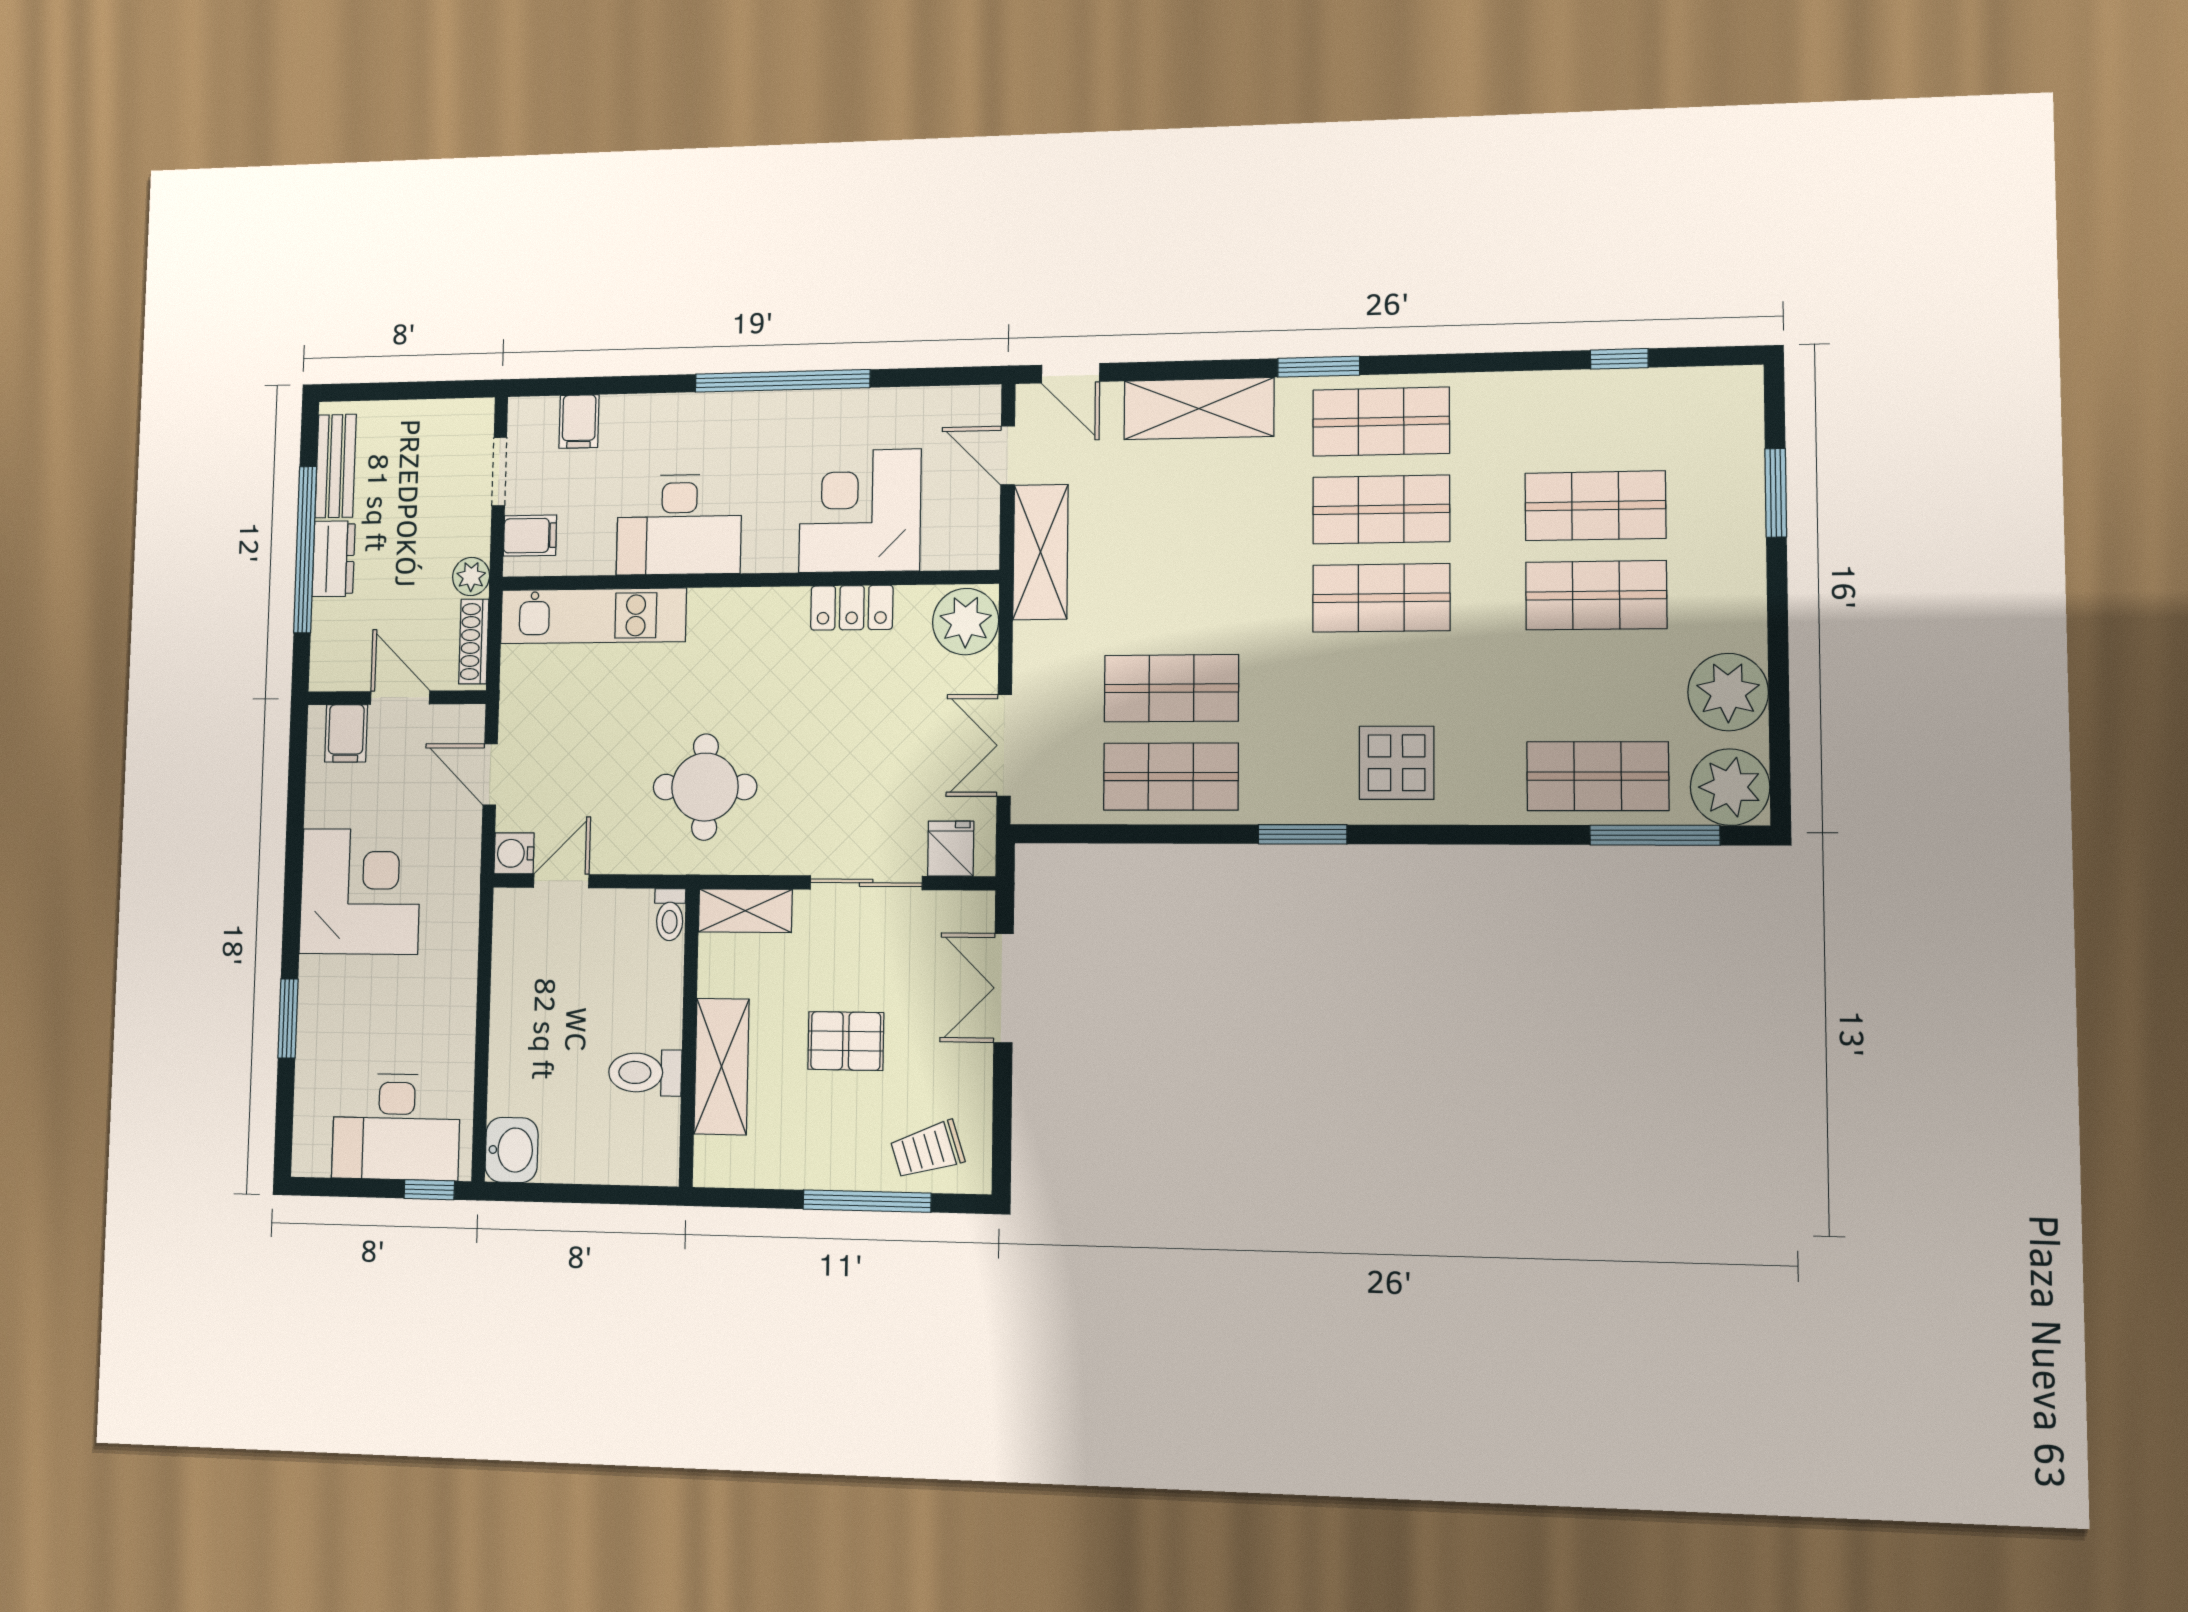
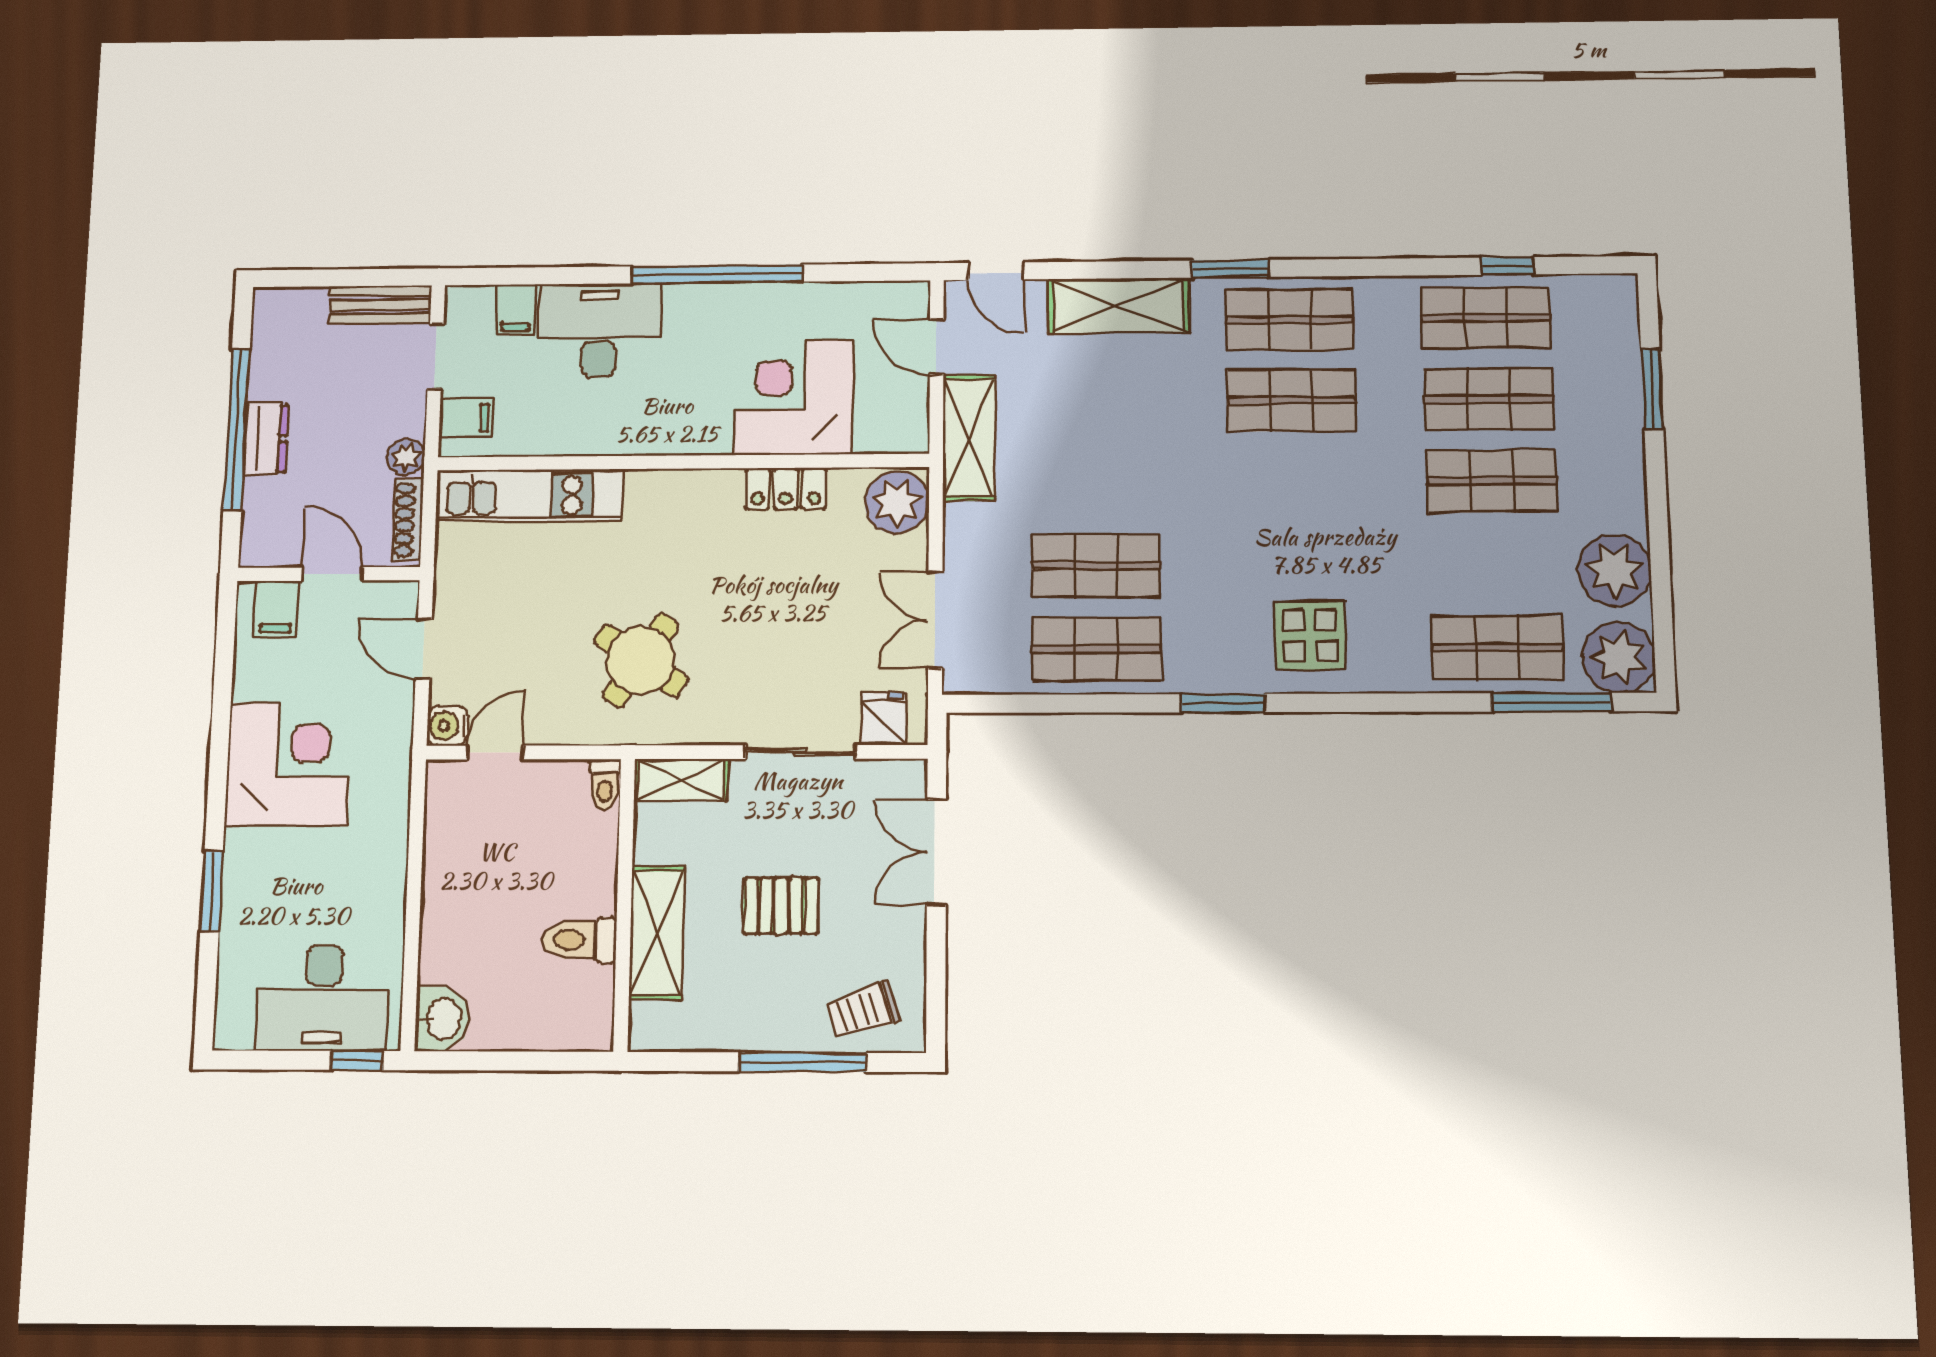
bench: (336, 466) -> (380, 305), moved, turned 90
desk: (679, 525) -> (599, 330), moved, turned 180
shop shelf: (1381, 598) -> (1486, 318), moved
round table: (705, 787) -> (641, 660), turned 34

